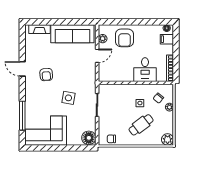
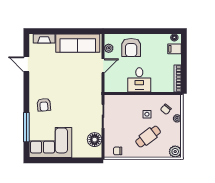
door: (22, 69) -> (26, 64), moved
desk: (145, 70) -> (139, 80), moved
armchair: (46, 75) -> (44, 105), moved
side table: (68, 98) -> (74, 109), removed
floor lamp: (89, 138) -> (95, 140), moved

